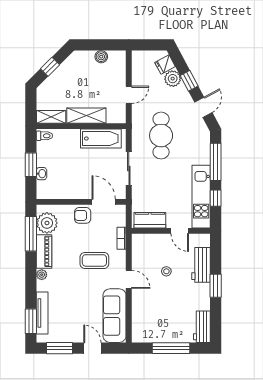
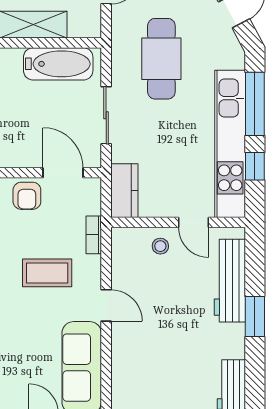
kitchen unit: (201, 197) -> (230, 144), width x1.36
armchair: (83, 215) -> (27, 196), turned -90
kitchen counter: (150, 220) -> (124, 191), moved, turned 90
workbench: (201, 265) -> (230, 281), width x1.38
stool: (166, 271) -> (160, 246), moved

